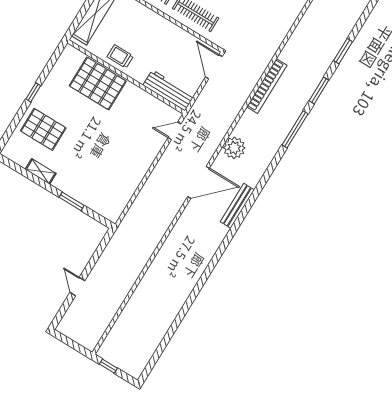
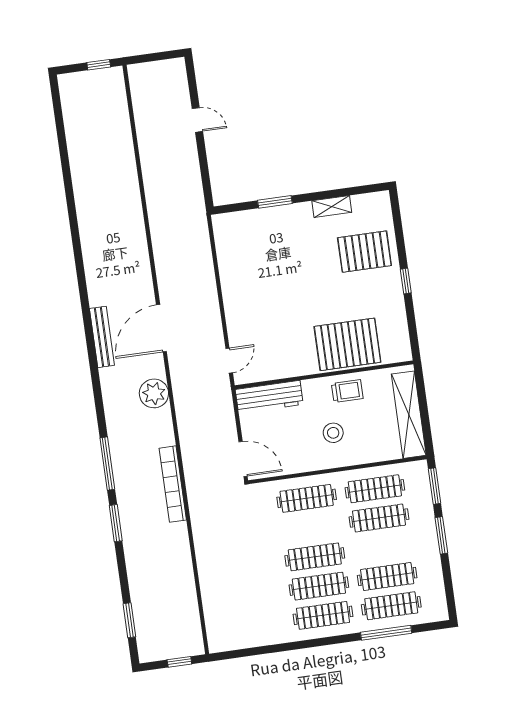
stool: (149, 39) -> (333, 433), added
window: (343, 51) -> (129, 620), moved

